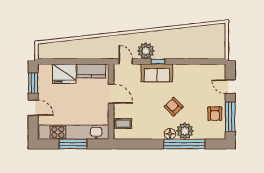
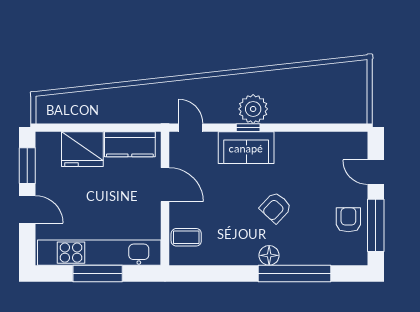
plant: (146, 51) -> (253, 109), moved
armchair: (174, 107) -> (276, 207), turned -92
armchair: (215, 114) -> (348, 220), turned 180
plant: (185, 131) -> (296, 250), removed

